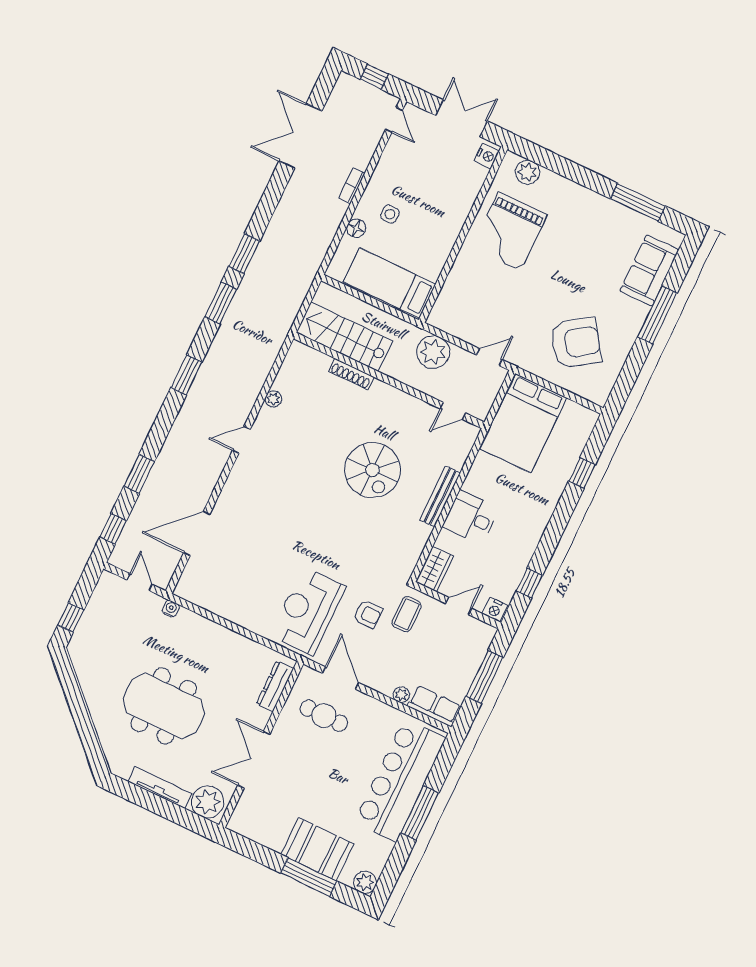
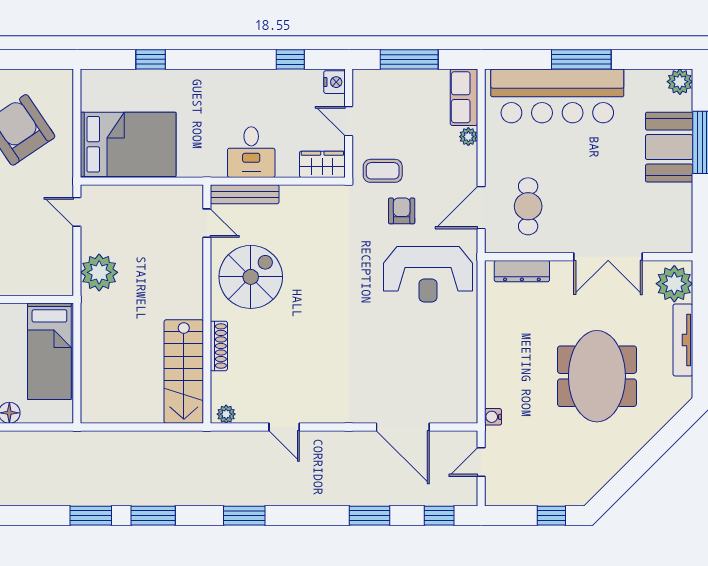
stairs: (344, 337) -> (184, 372), moved
shoe rack: (351, 374) -> (219, 346), moved
wall: (389, 380) -> (207, 304), moved
door: (453, 411) -> (207, 223), moved

